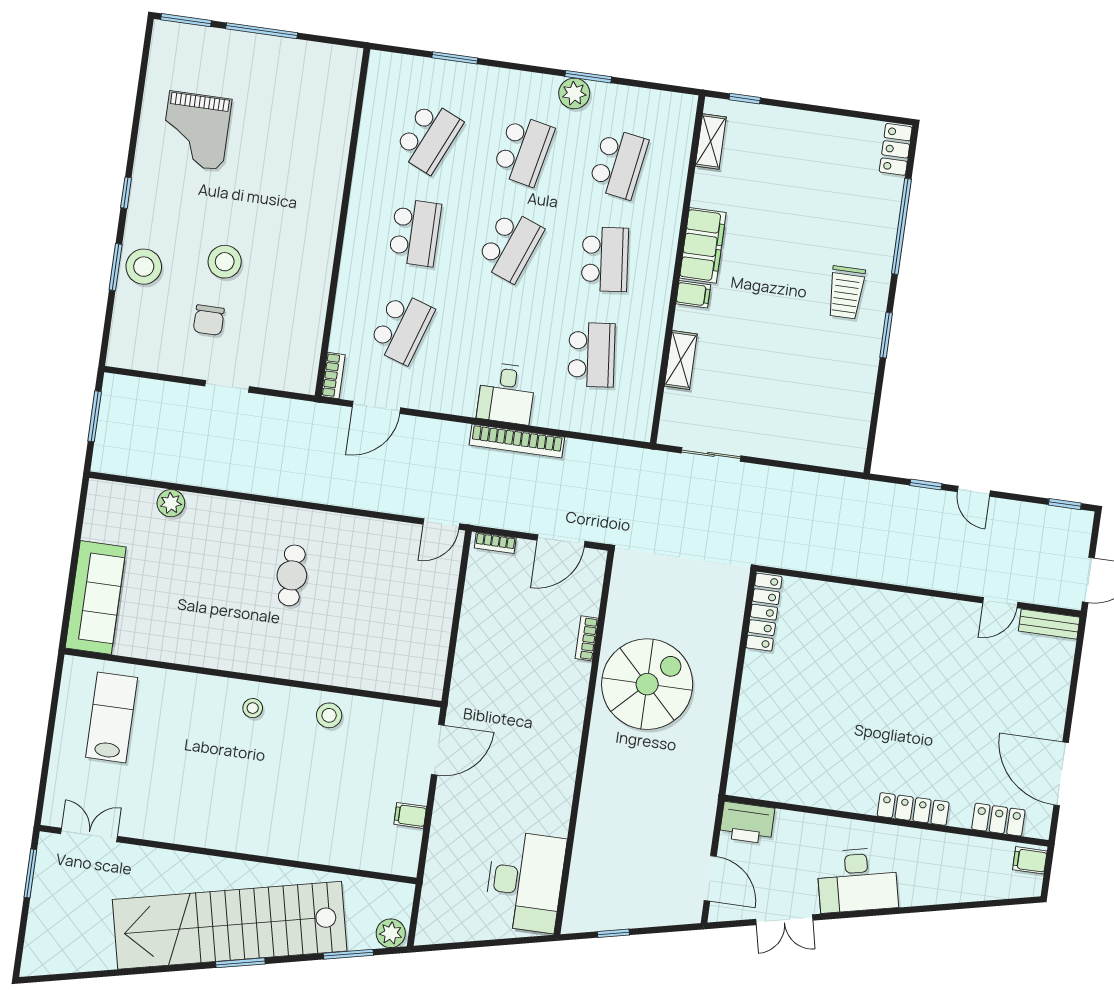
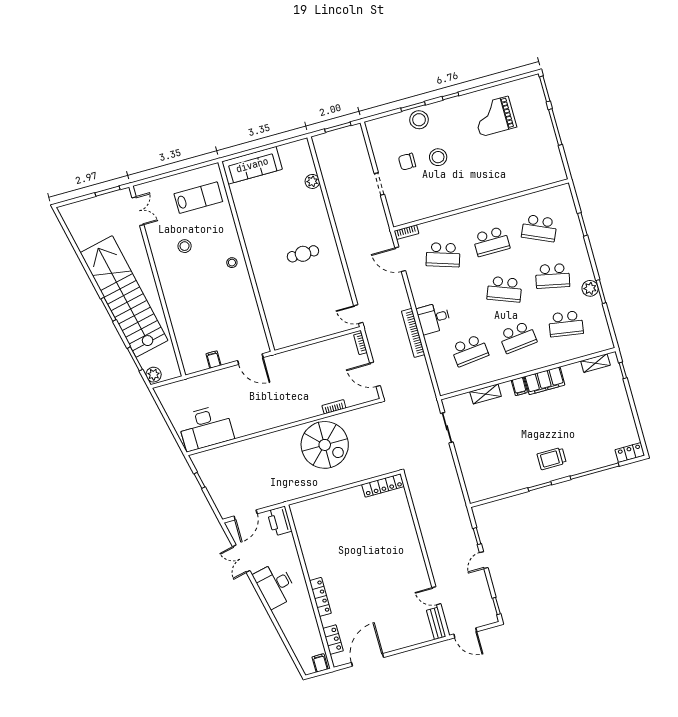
stool: (329, 715) -> (185, 246), moved

